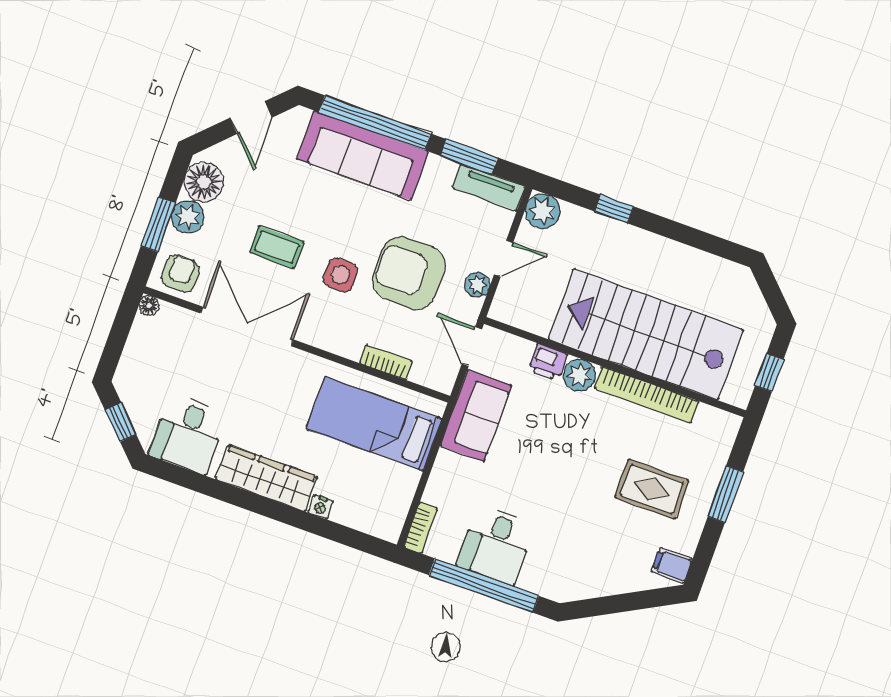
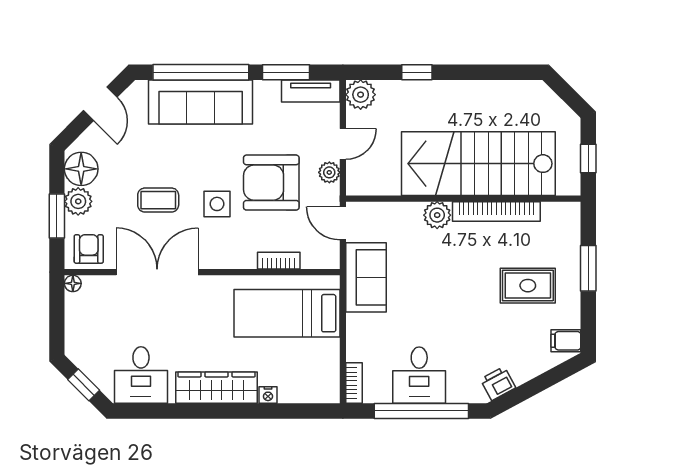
printer: (548, 362) -> (498, 383), moved, turned 152

